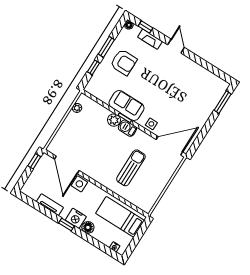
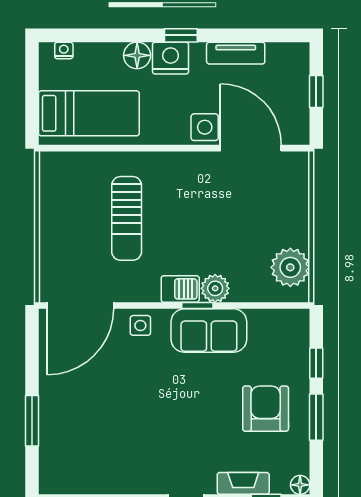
armchair: (124, 62) -> (266, 409), turned 90
window: (223, 102) -> (32, 421), moved
plant: (77, 108) -> (290, 267), width x1.88, depth x1.88
window: (34, 161) -> (316, 91), moved

